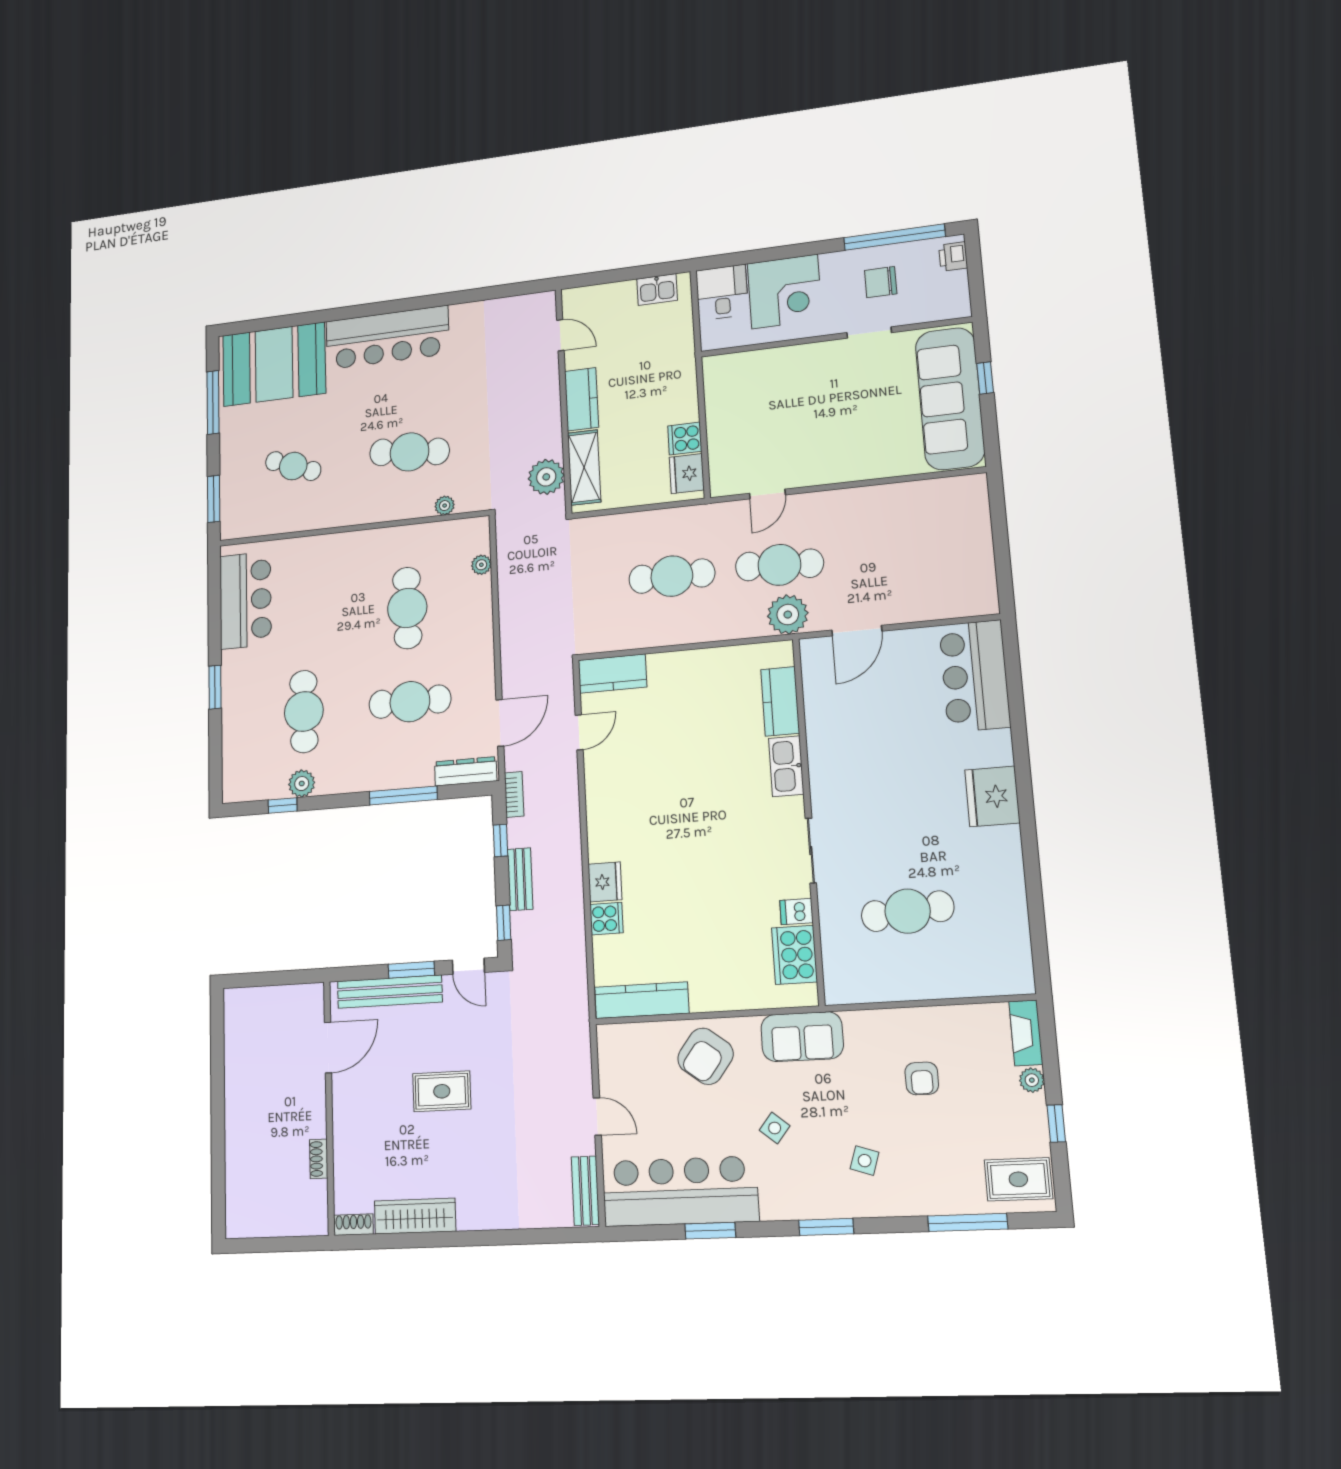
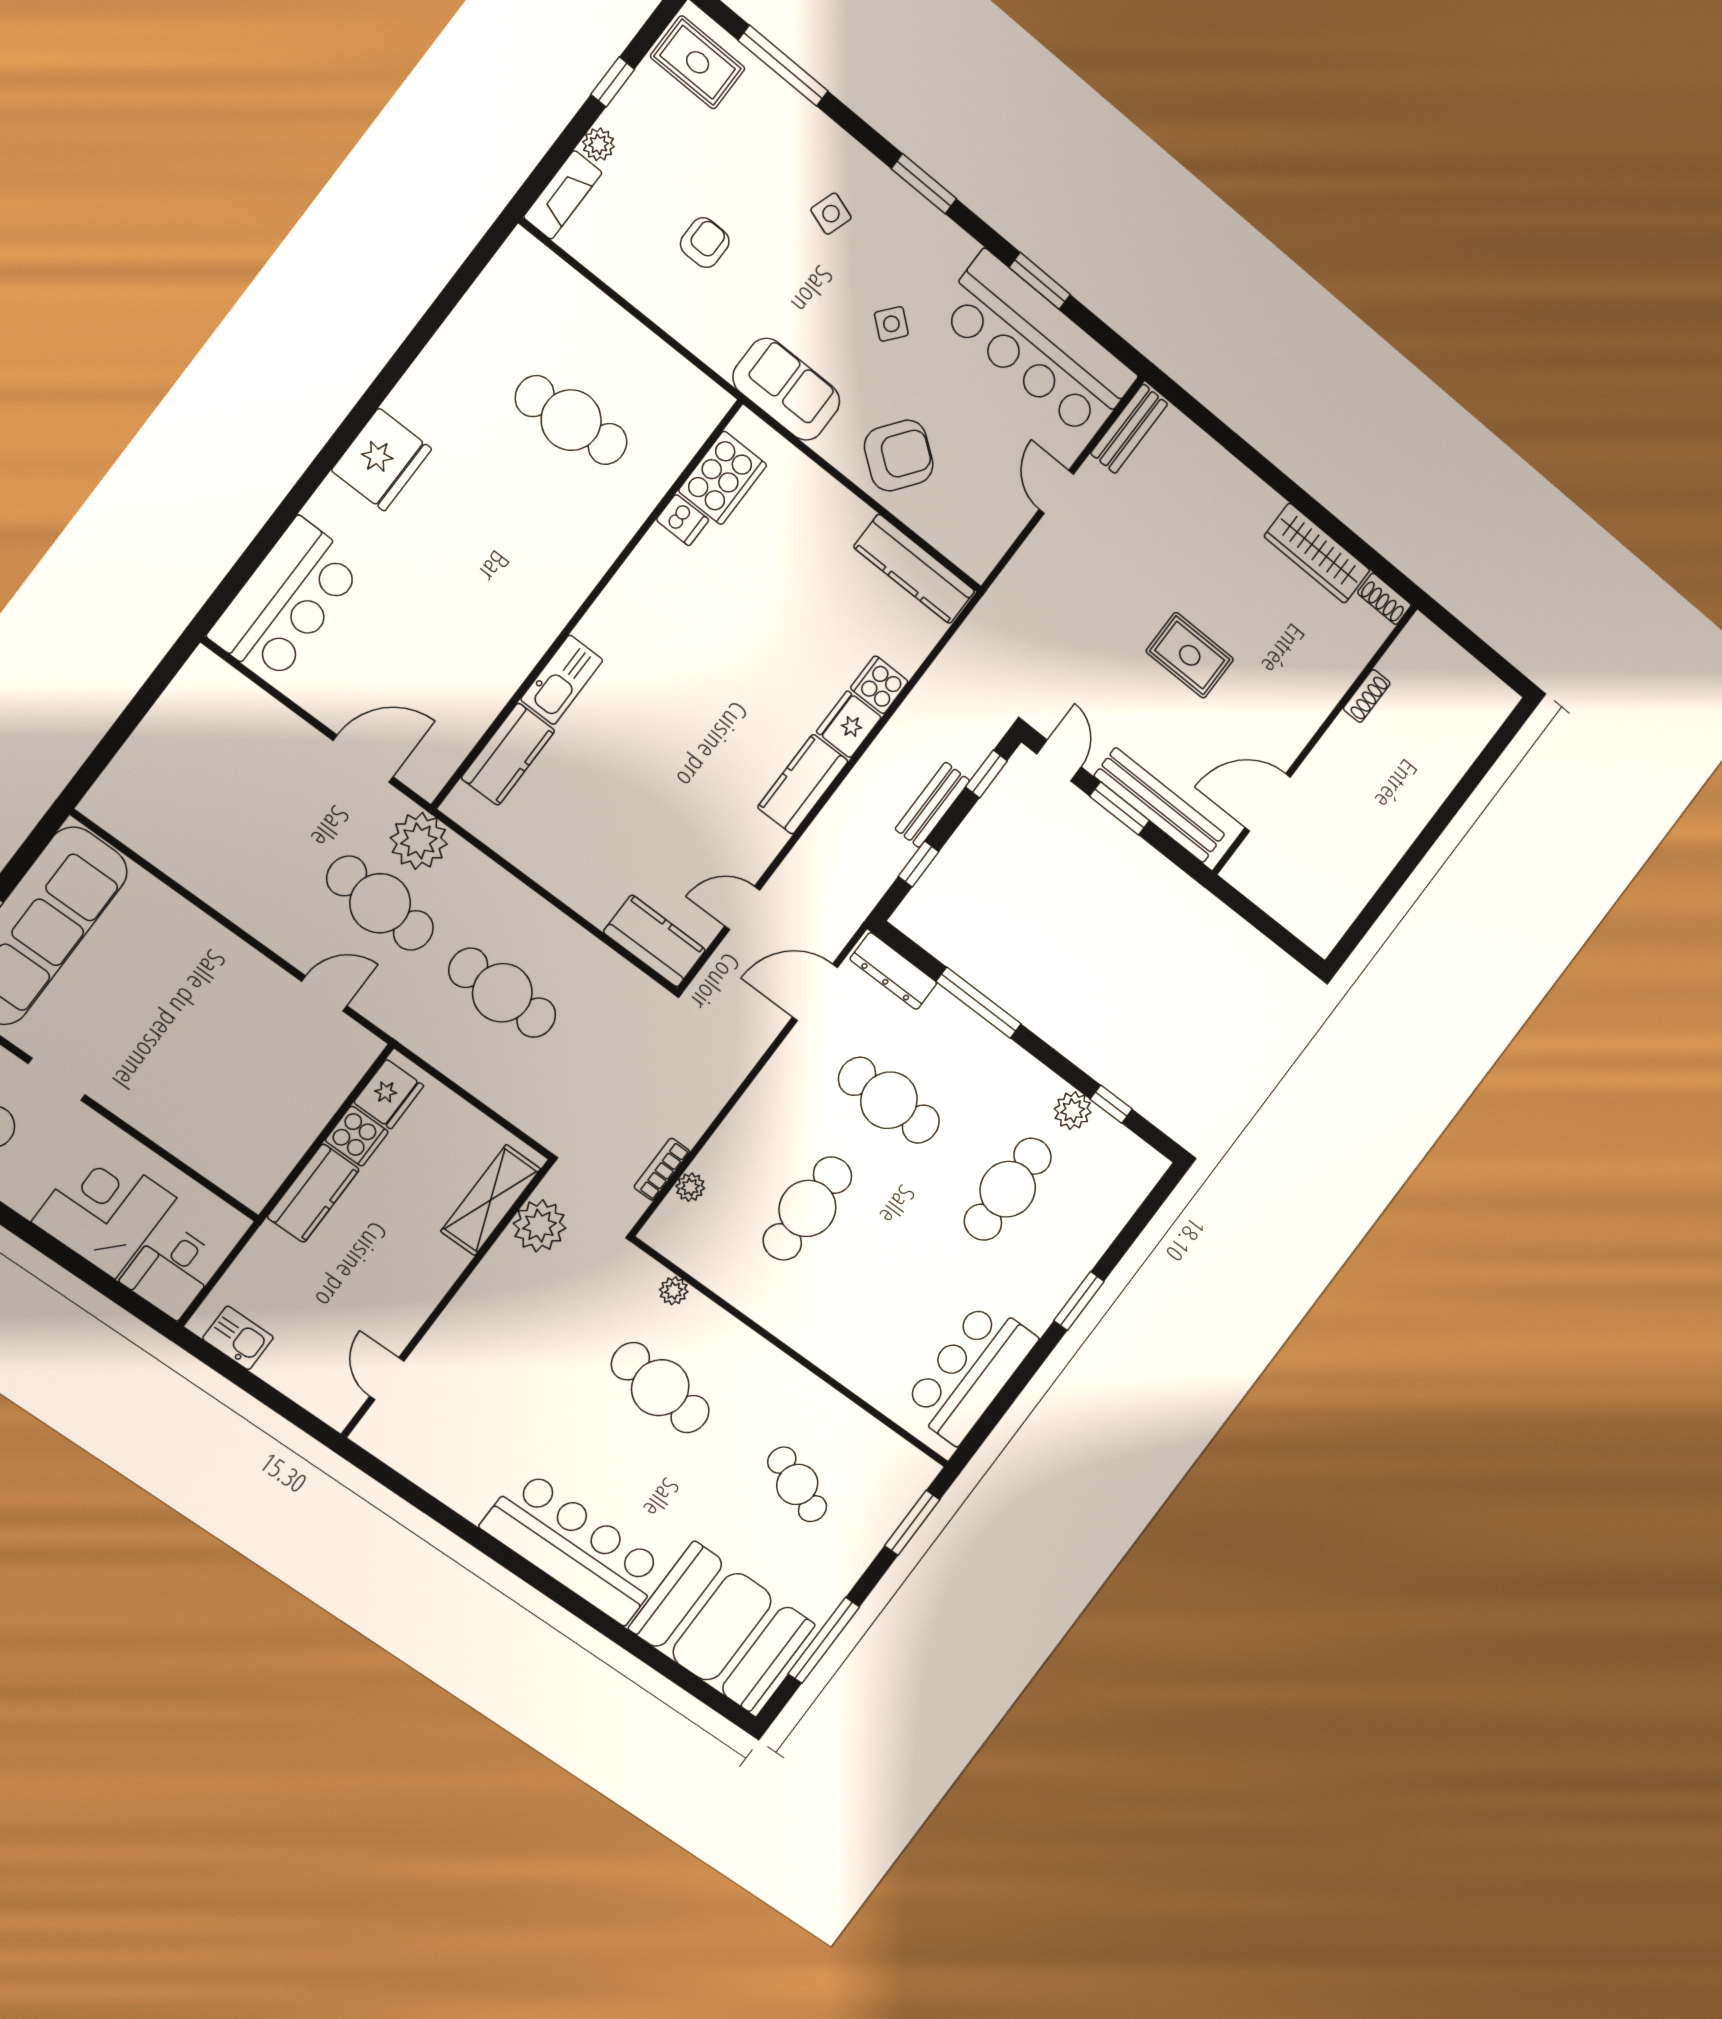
kitchen counter: (582, 399) -> (313, 1193), moved, turned 180
bookcase: (514, 794) -> (662, 1169), moved
kitchen counter: (603, 827) -> (803, 784), added
sliding door: (811, 851) -> (614, 569), removed

